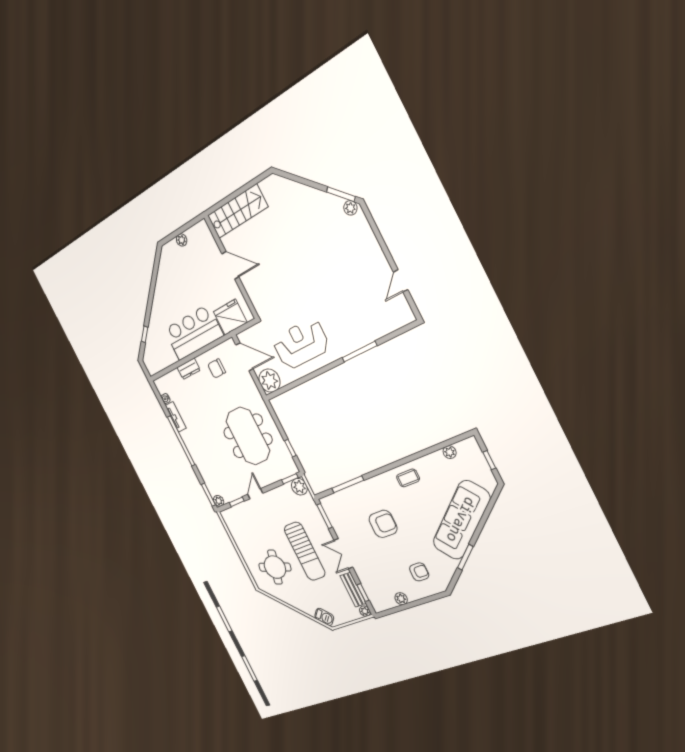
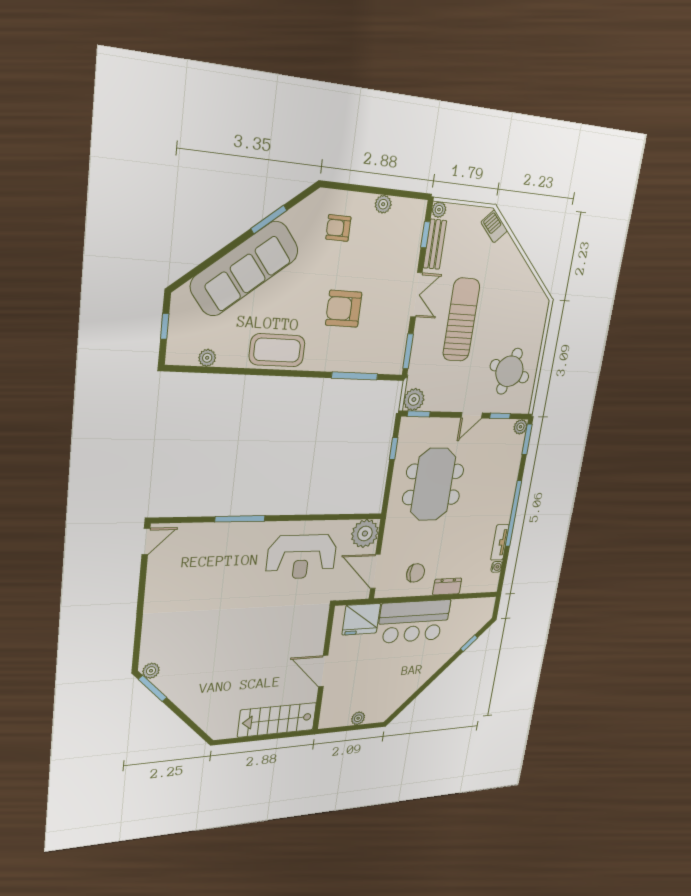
door: (401, 281) -> (146, 541), moved
coffee table: (408, 478) -> (277, 350), width x1.86, depth x1.72
round table: (275, 567) -> (509, 371), moved

